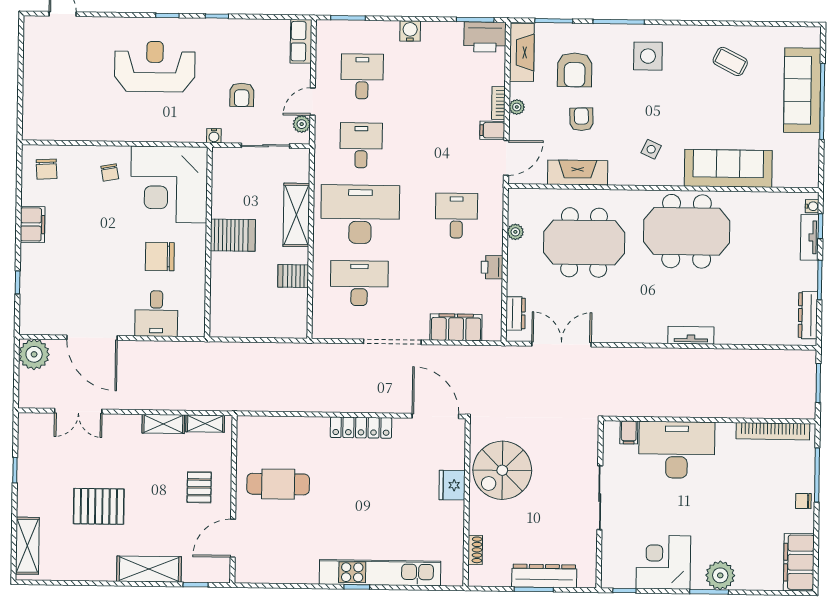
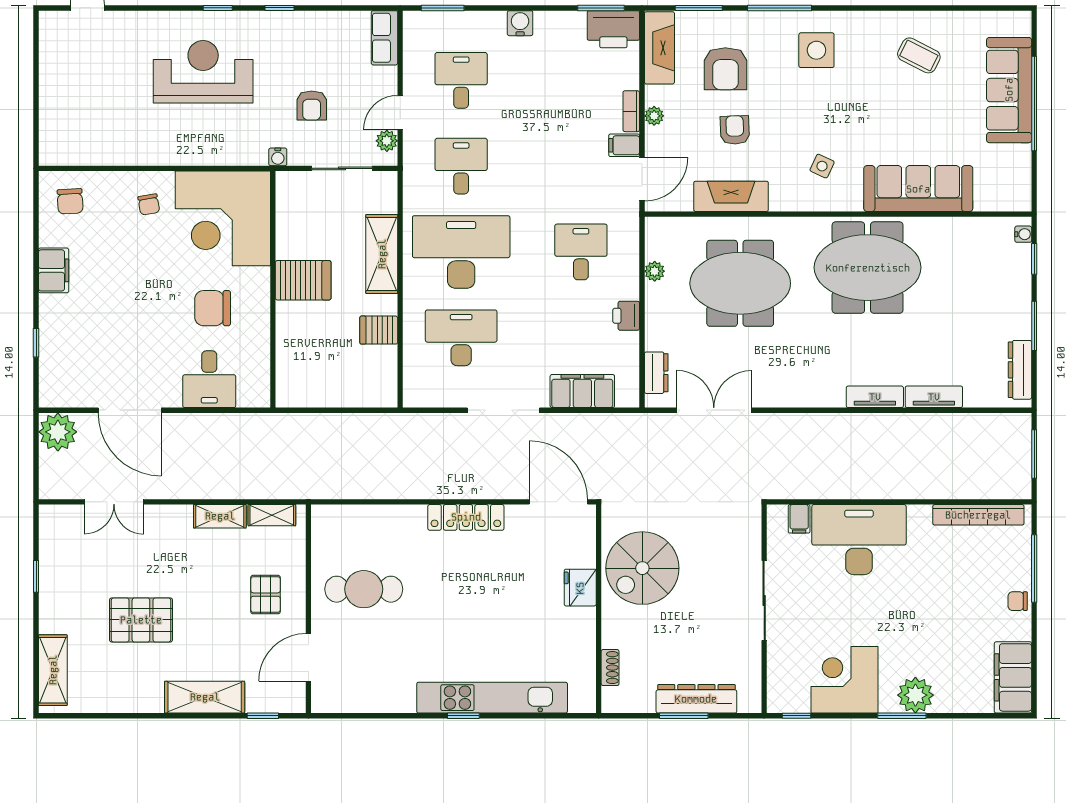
tv unit: (809, 237) -> (934, 397), moved, turned 90

